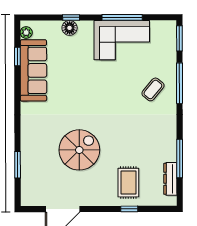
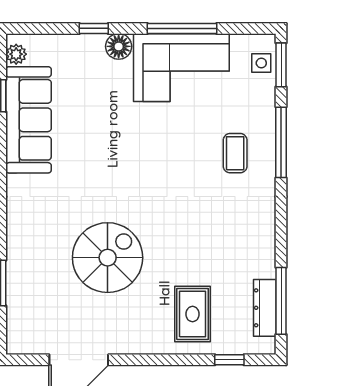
floor lamp: (70, 28) -> (119, 46), moved
side table: (168, 37) -> (261, 63), added
coffee table: (153, 89) -> (235, 153), turned -40
window: (180, 158) -> (281, 301), moved
window: (129, 209) -> (229, 360), moved

